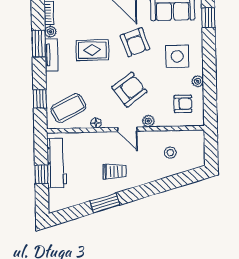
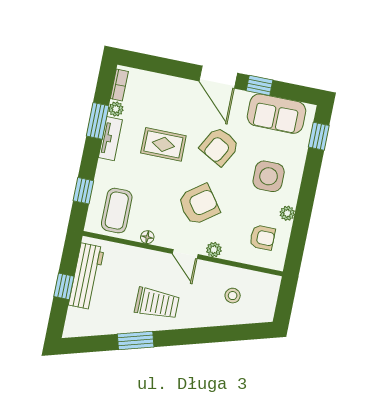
armchair: (135, 42) -> (219, 146), turned 48
coffee table: (68, 108) -> (117, 211), turned -63
trolley: (115, 171) -> (157, 303), width x1.36, depth x1.39

